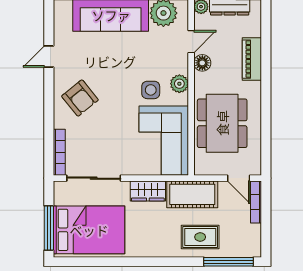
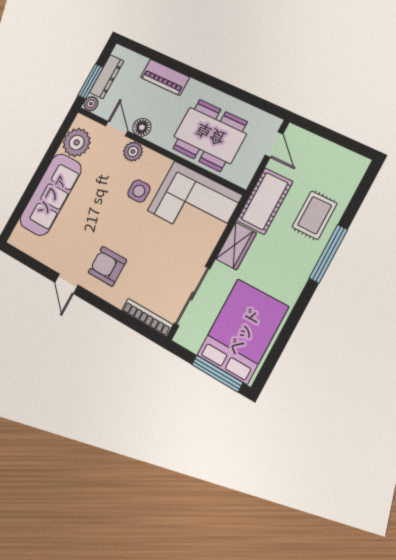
door: (49, 57) -> (66, 284), moved
plant: (179, 84) -> (133, 151), moved
armchair: (80, 98) -> (107, 266), turned -141
door: (239, 178) -> (274, 145), hinge flipped
bookcase: (256, 202) -> (309, 138), removed
window: (228, 262) -> (328, 254), moved

